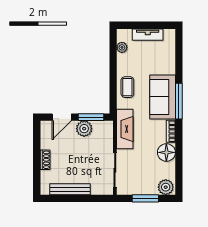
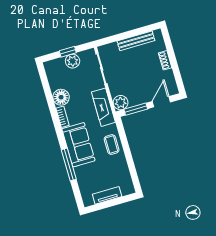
plant: (122, 47) -> (126, 178), removed
window: (179, 101) -> (69, 164), moved
plant: (84, 129) -> (121, 103), moved
plant: (166, 187) -> (73, 61), moved
window: (145, 198) -> (68, 52), width x0.67

